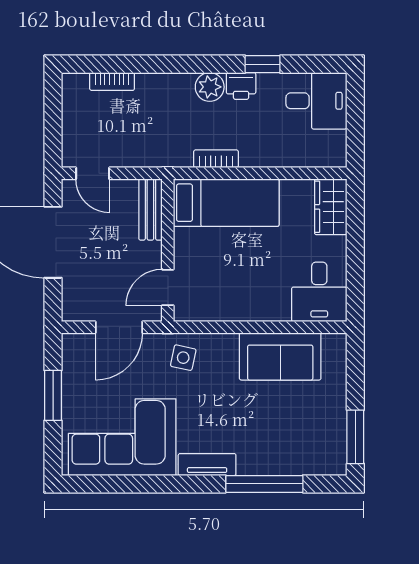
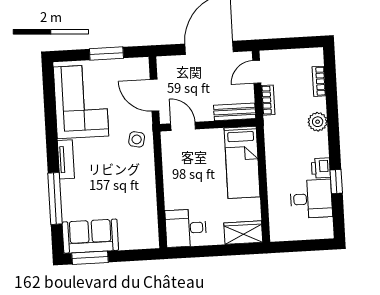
plant: (210, 87) -> (318, 122), moved
desk: (316, 101) -> (311, 199), moved, turned -90
bookcase: (216, 159) -> (268, 100), moved
sofa: (280, 356) -> (90, 236), moved, turned 90

